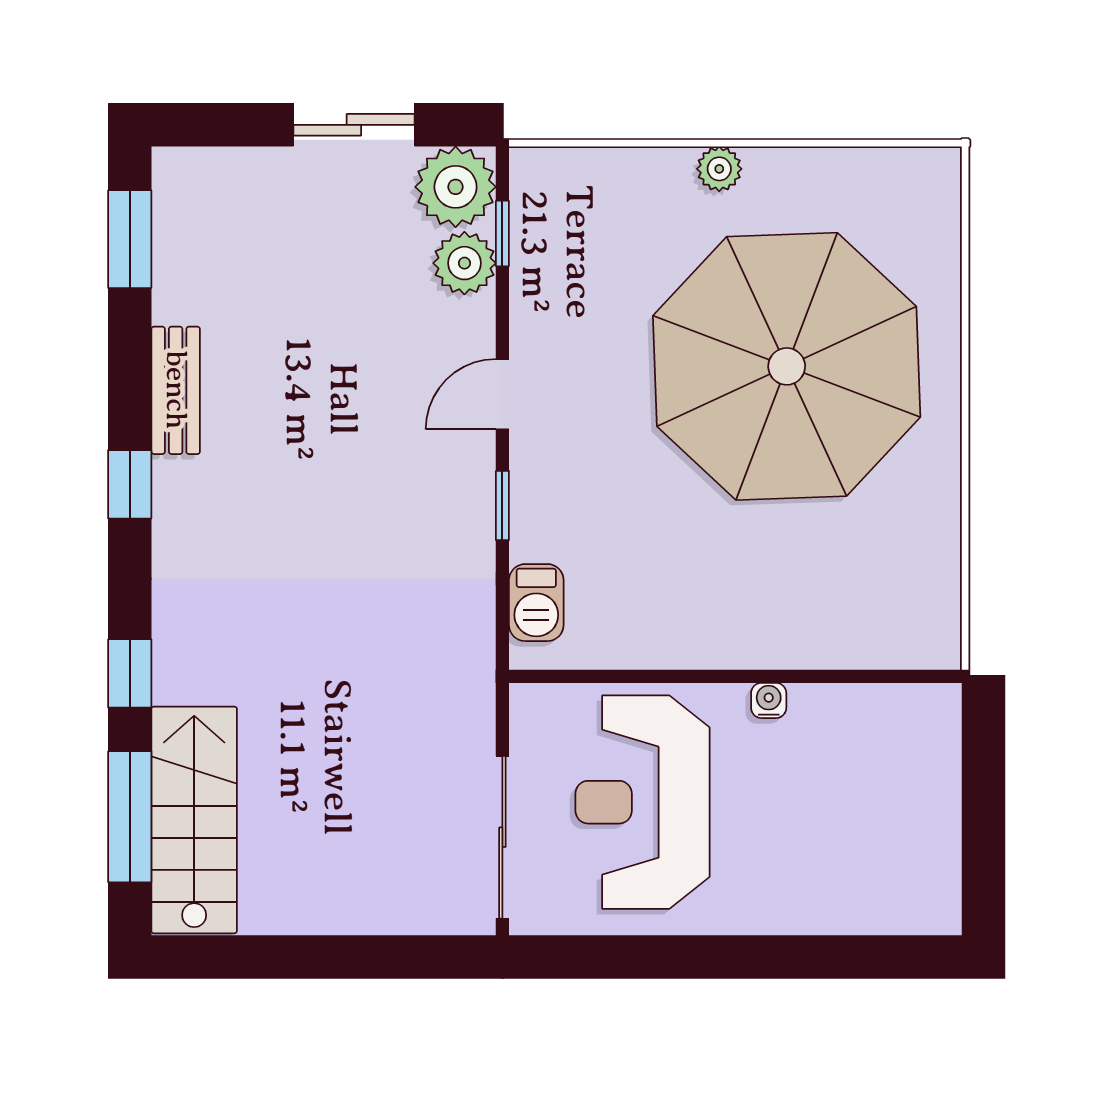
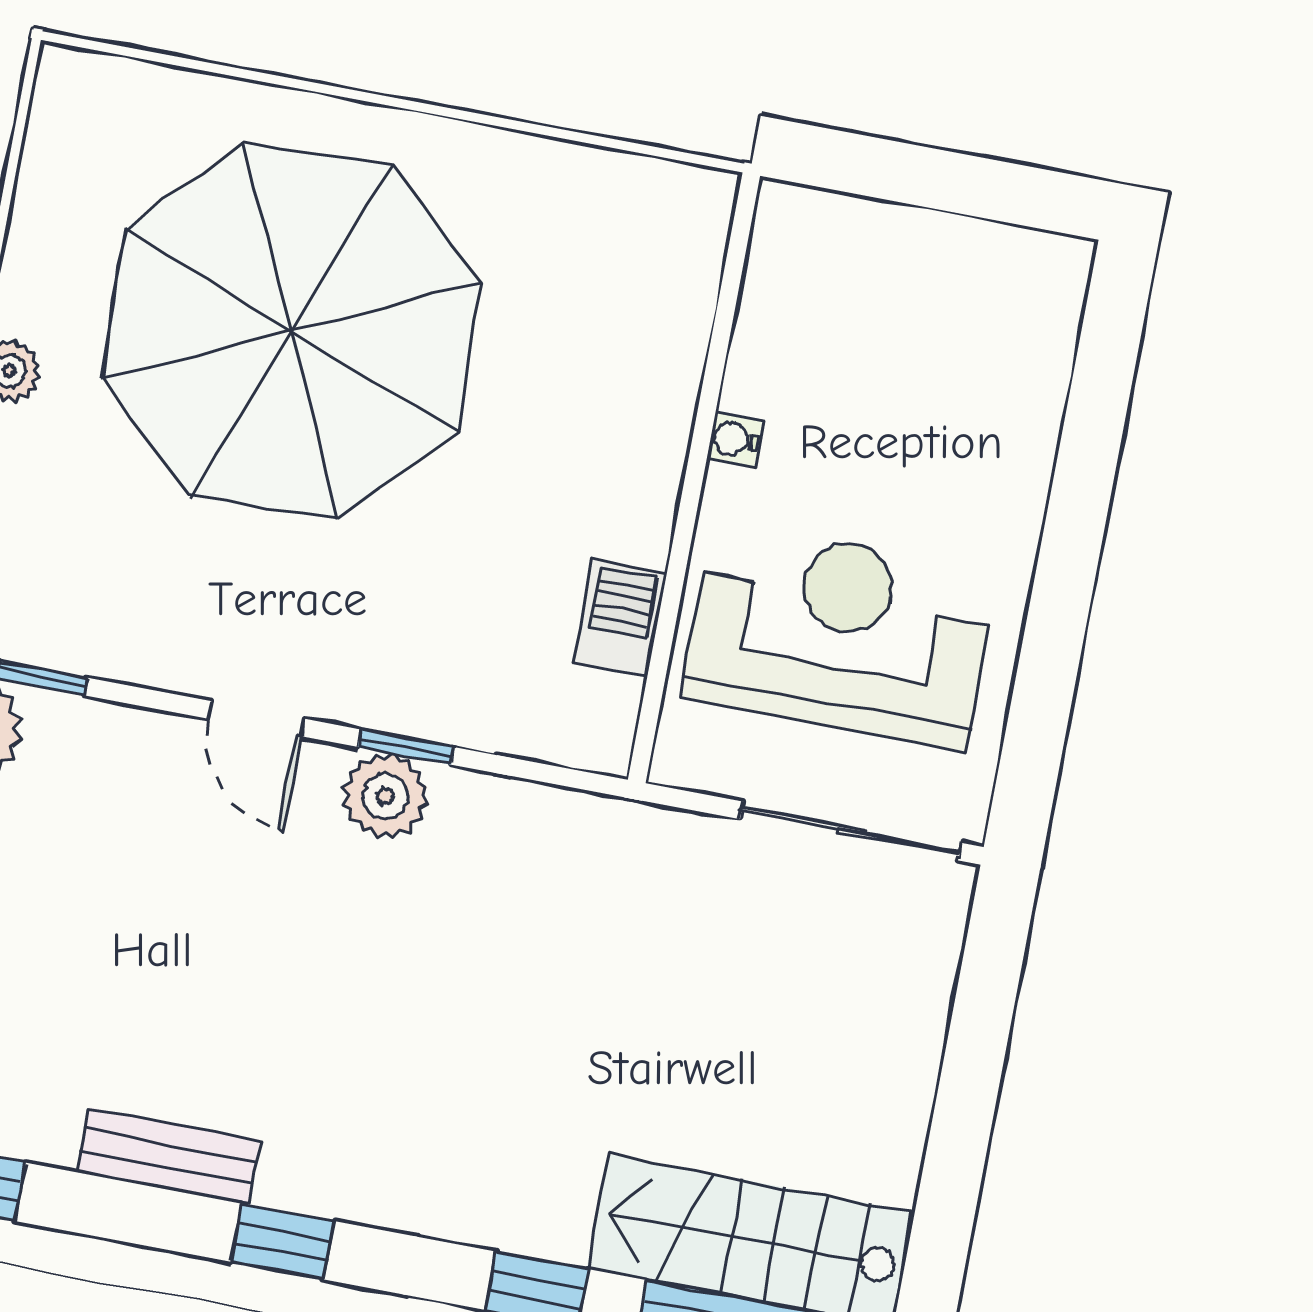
plant: (464, 263) -> (385, 796), moved
barbecue: (536, 603) -> (620, 619), moved, turned -90
reception desk: (643, 802) -> (839, 634), turned 180

